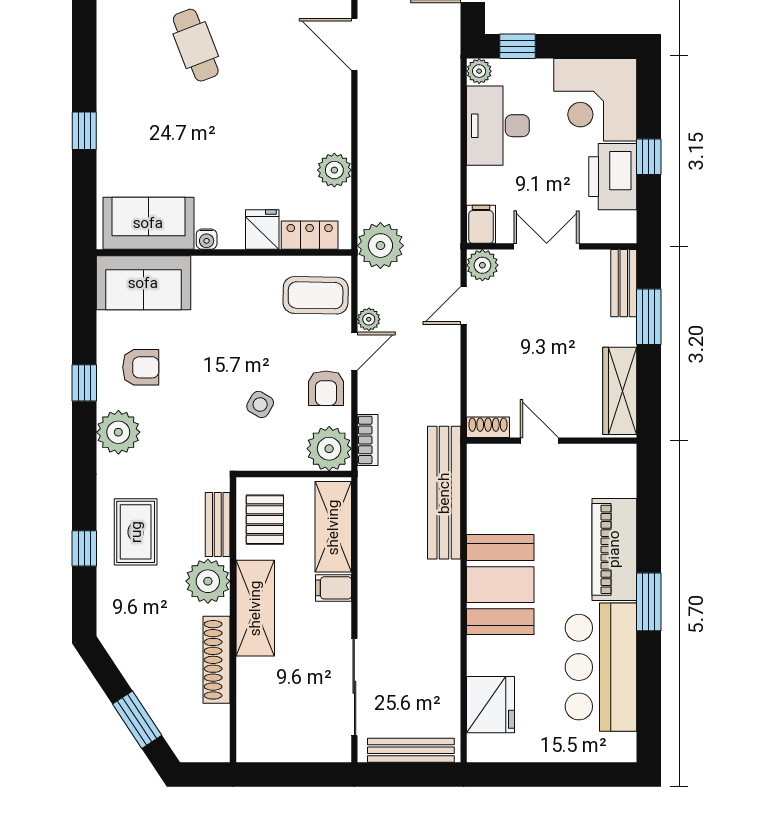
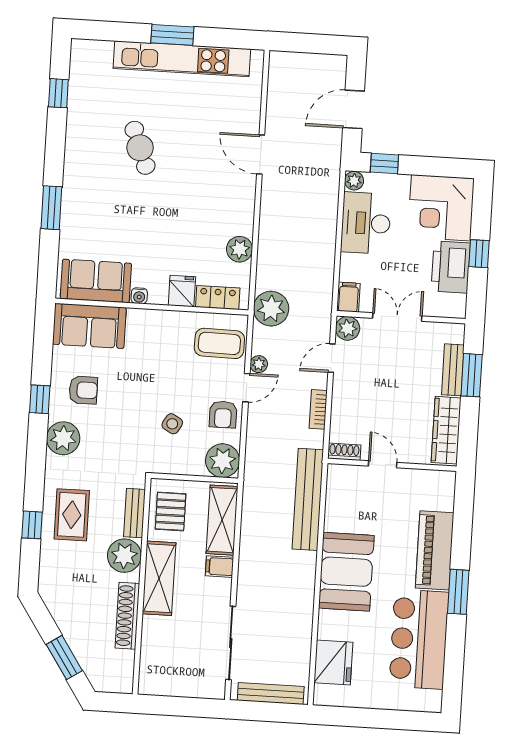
window: (84, 131) -> (51, 208), width x1.50
bench: (624, 283) -> (453, 370), moved
bookcase: (368, 440) -> (318, 409), moved, turned 180

